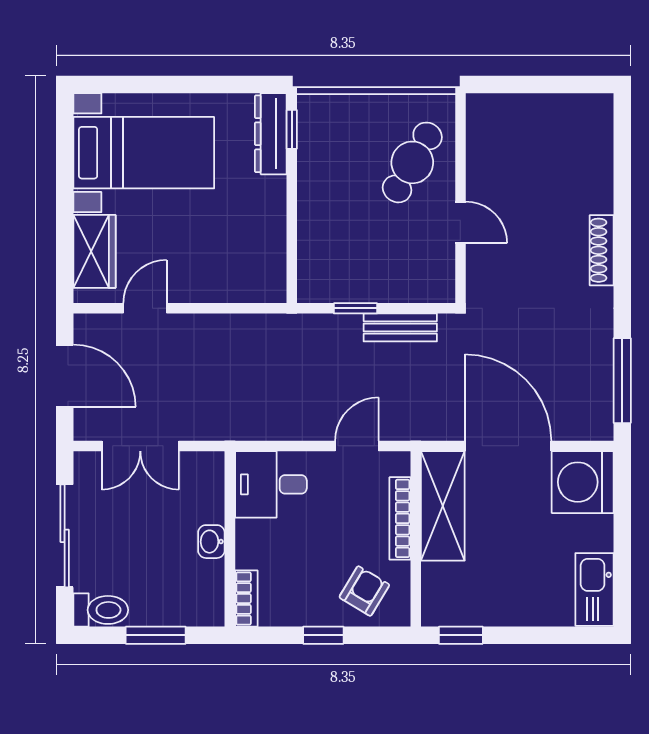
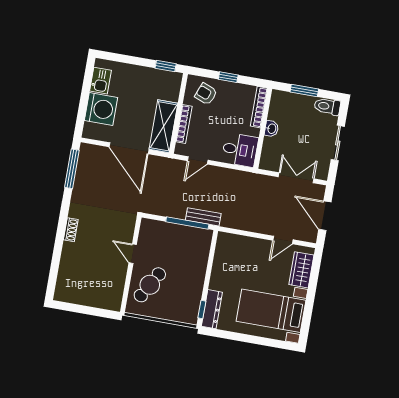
shoe rack: (602, 250) -> (71, 230), width x0.70
window: (356, 308) -> (187, 223), width x2.17
bench: (400, 327) -> (203, 217), moved
washing machine: (583, 482) -> (101, 109), moved
sliding door: (65, 536) -> (338, 143), width x0.73
kitchen sink: (594, 589) -> (100, 81), width x0.73
armchair: (364, 591) -> (206, 94), turned 80
bookcase: (246, 599) -> (259, 107), width x1.56

